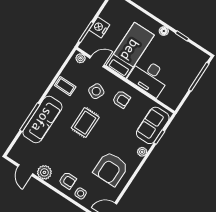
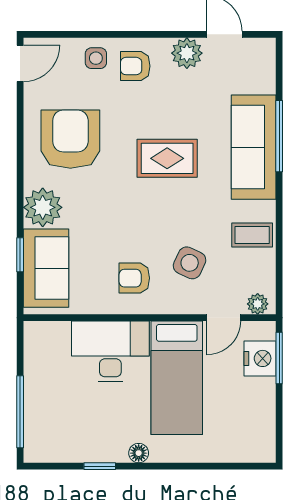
nightstand: (99, 27) -> (260, 358), moved
rug: (85, 123) -> (167, 158), moved, turned 90
plant: (142, 152) -> (43, 207), width x1.87, depth x1.87

